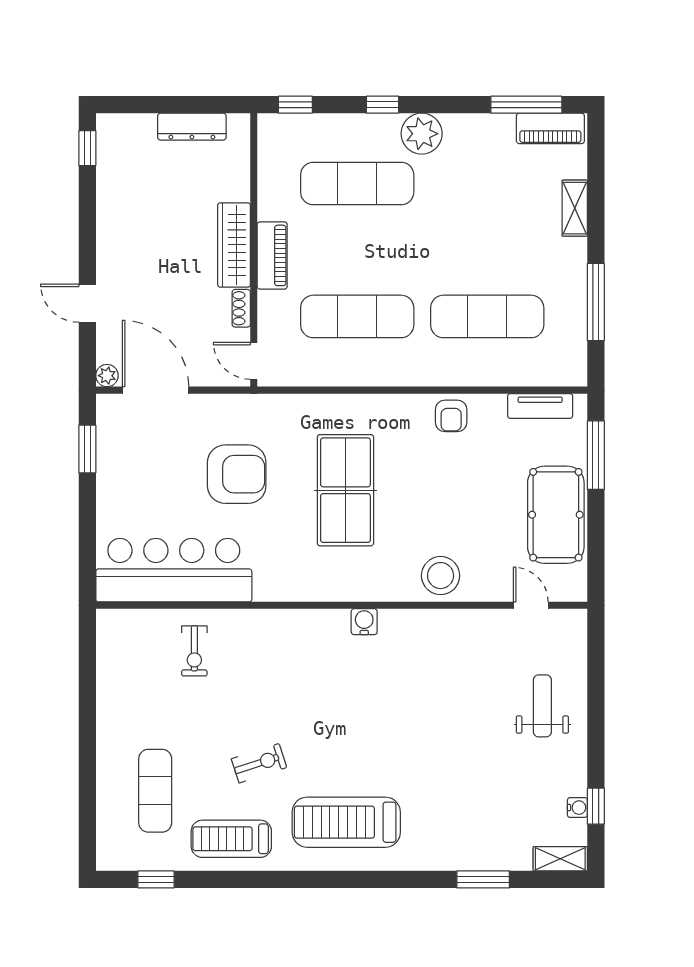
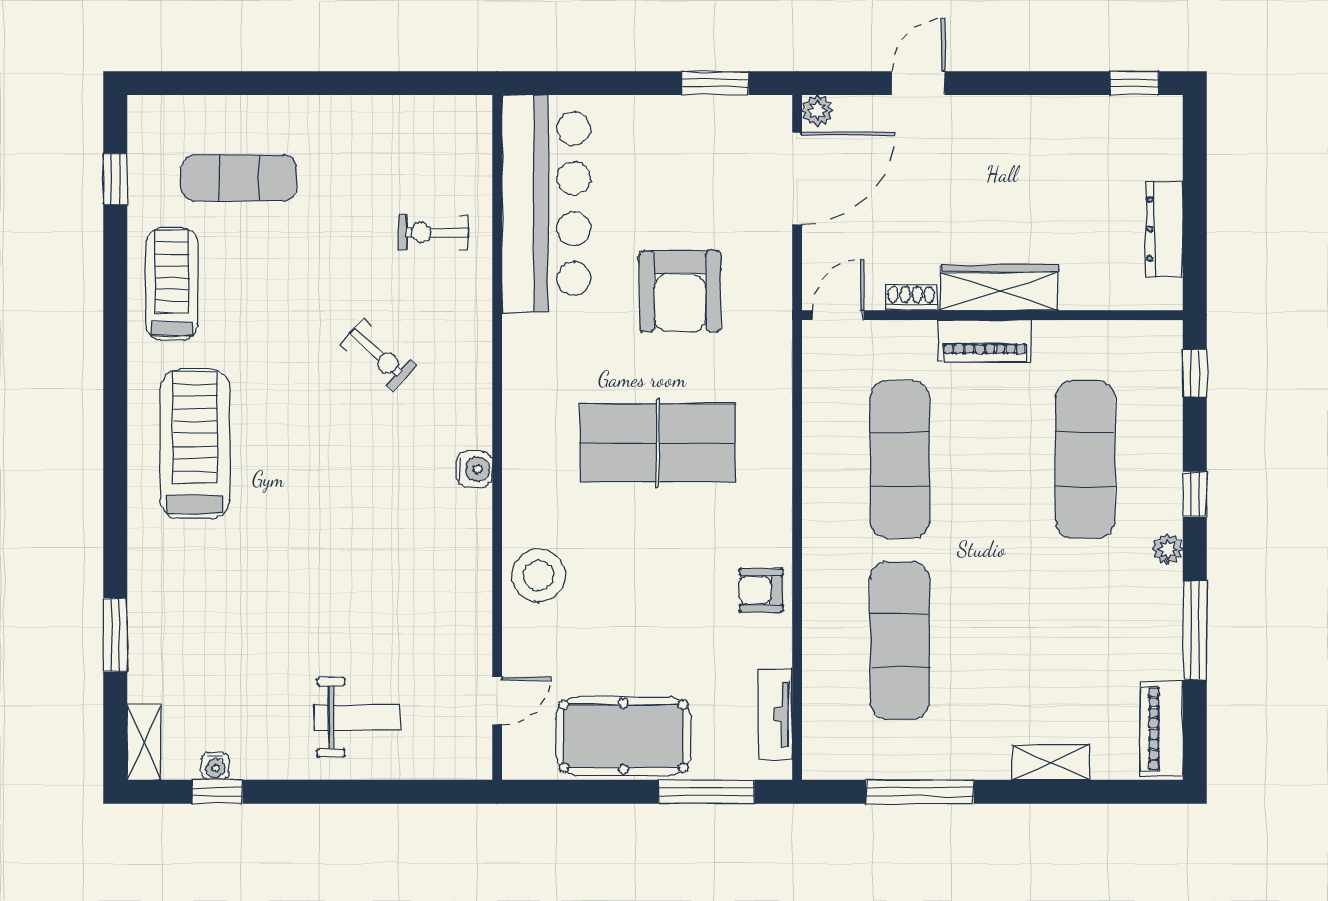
window: (526, 105) -> (1195, 630), moved
plant: (422, 134) -> (1168, 549), width x0.53, depth x0.53
exercise bike: (259, 763) -> (378, 355), moved, turned -30

